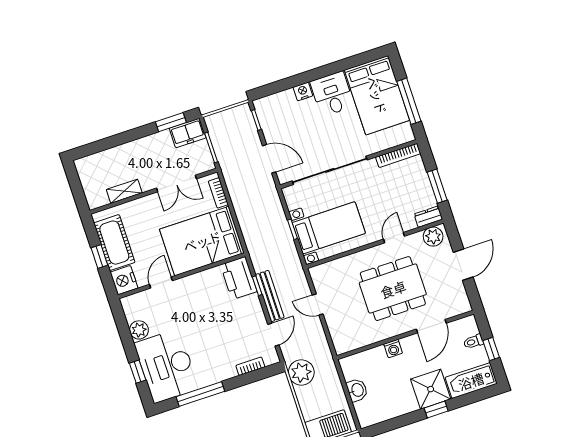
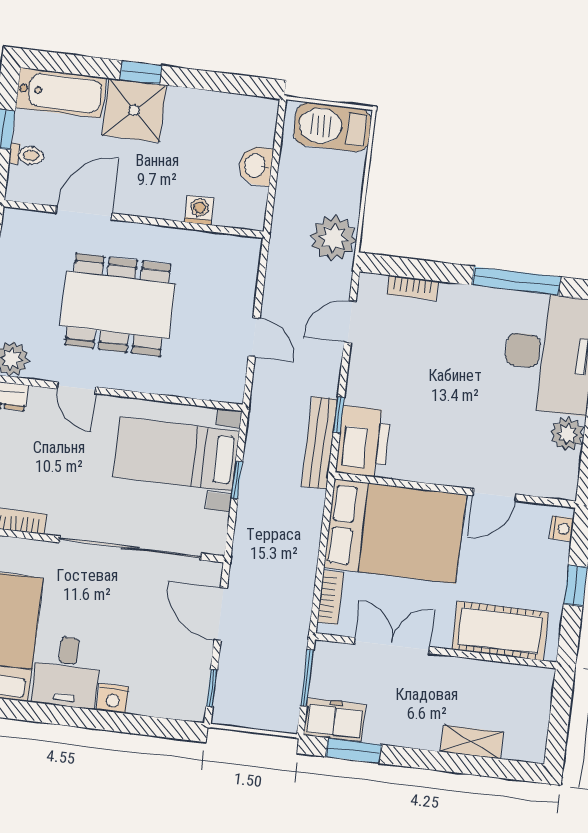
shelving: (124, 191) -> (472, 742), moved
door: (394, 238) -> (77, 388), hinge flipped
cot: (114, 243) -> (500, 631), moved, turned 90
nightstand: (124, 280) -> (562, 528), width x0.53, depth x0.56
bench: (270, 296) -> (320, 443), moved
washing machine: (393, 349) -> (199, 210), moved

